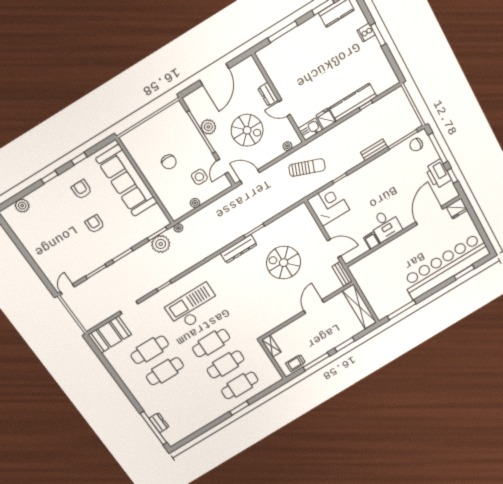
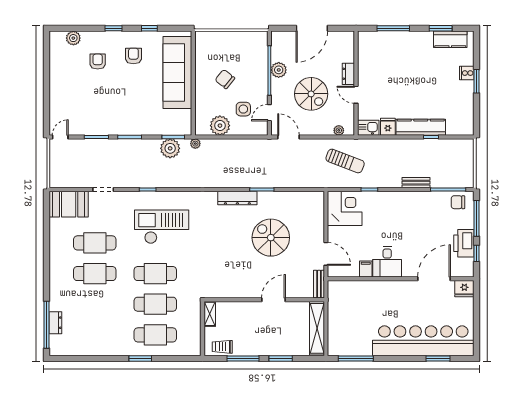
chair: (169, 162) -> (225, 79), turned 129
plant: (195, 203) -> (220, 126), width x1.87, depth x1.87
armchair: (95, 224) -> (98, 62), moved

